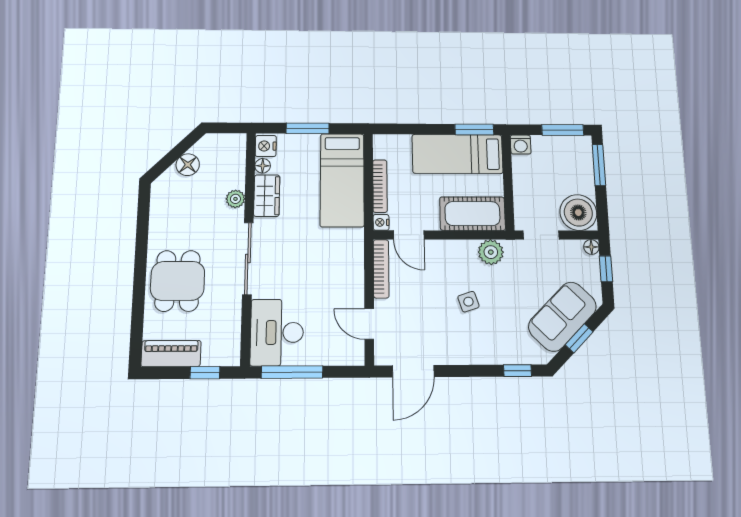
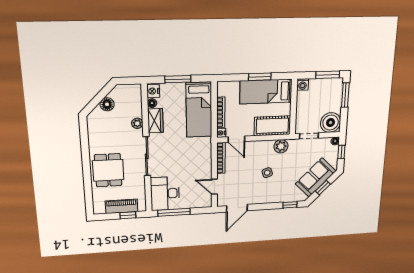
window: (474, 129) -> (260, 77), moved
piano: (171, 354) -> (122, 206), moved

